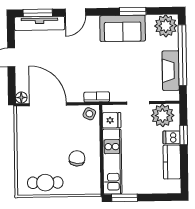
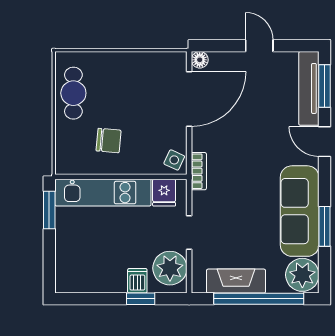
sofa: (123, 28) -> (300, 211), width x1.36
kitchen counter: (172, 162) -> (101, 281), removed

